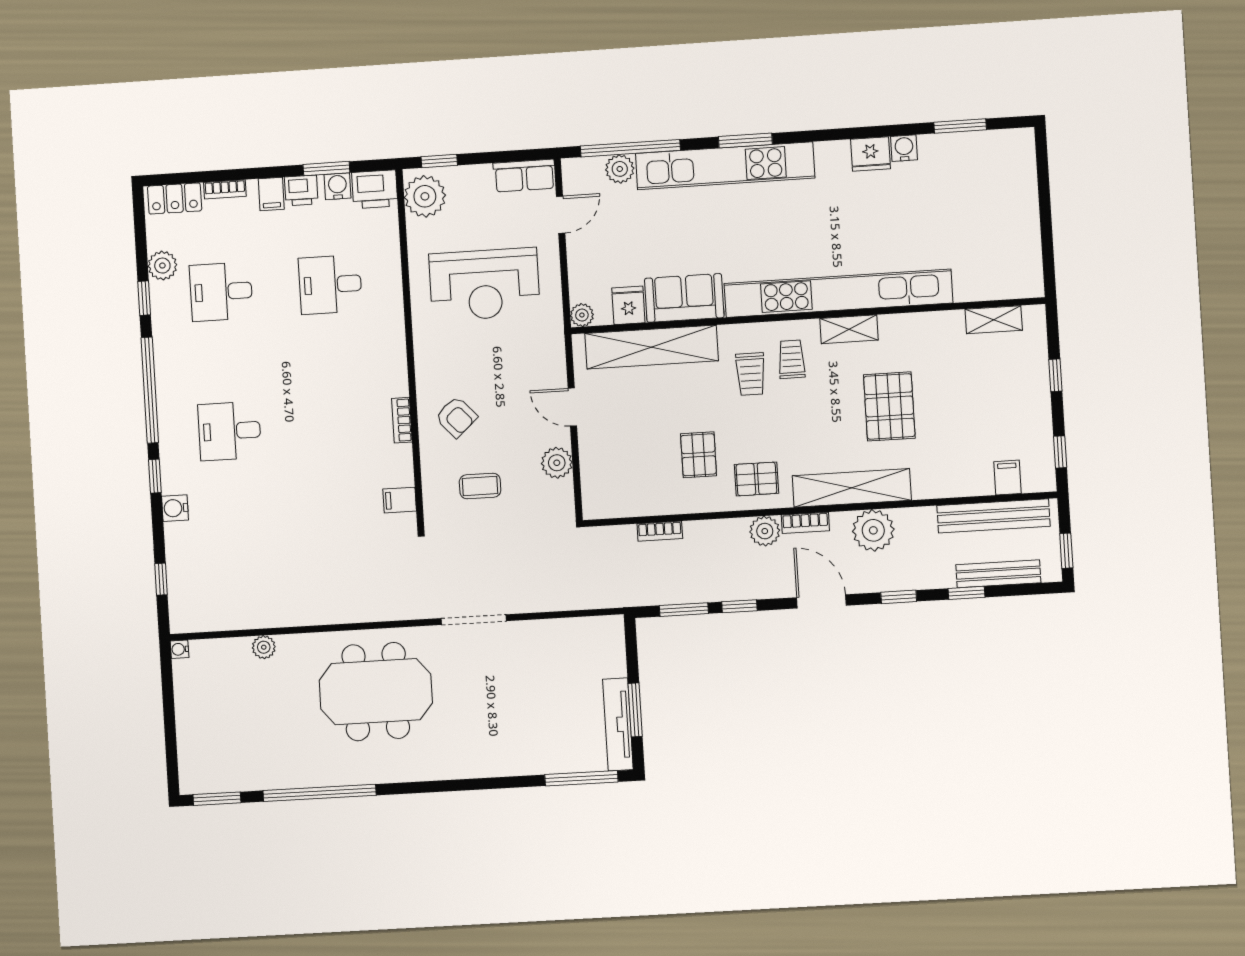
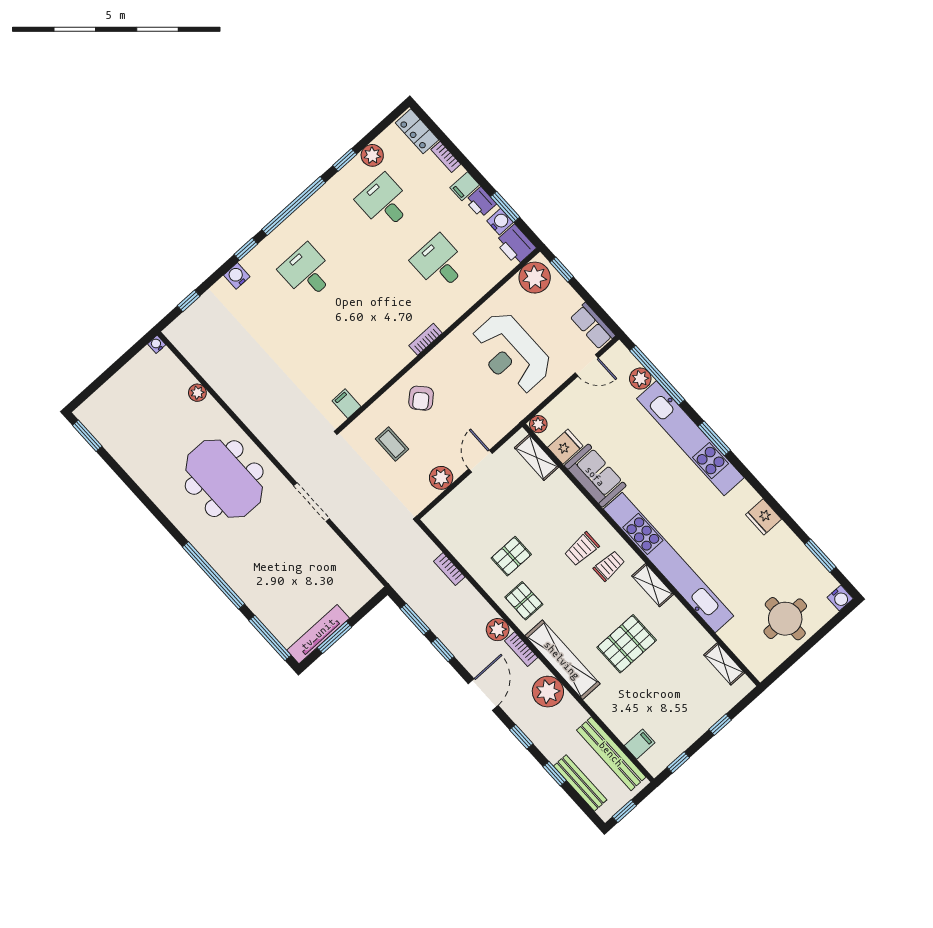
water cooler: (904, 148) -> (840, 598), moved, turned 90
round table: (998, 217) -> (785, 619), added
shelving: (652, 347) -> (537, 457), width x0.45, depth x0.75
bookcase: (402, 420) -> (426, 339), moved
window: (320, 793) -> (213, 575), moved

